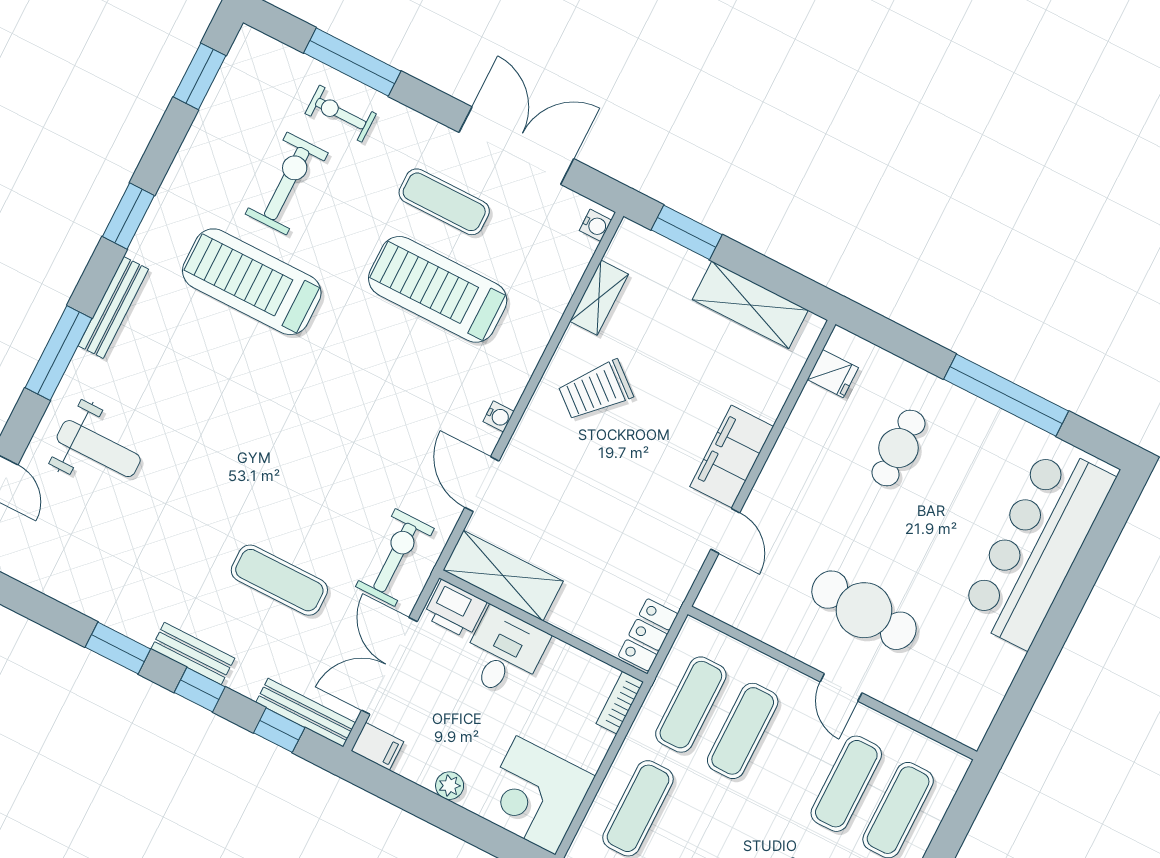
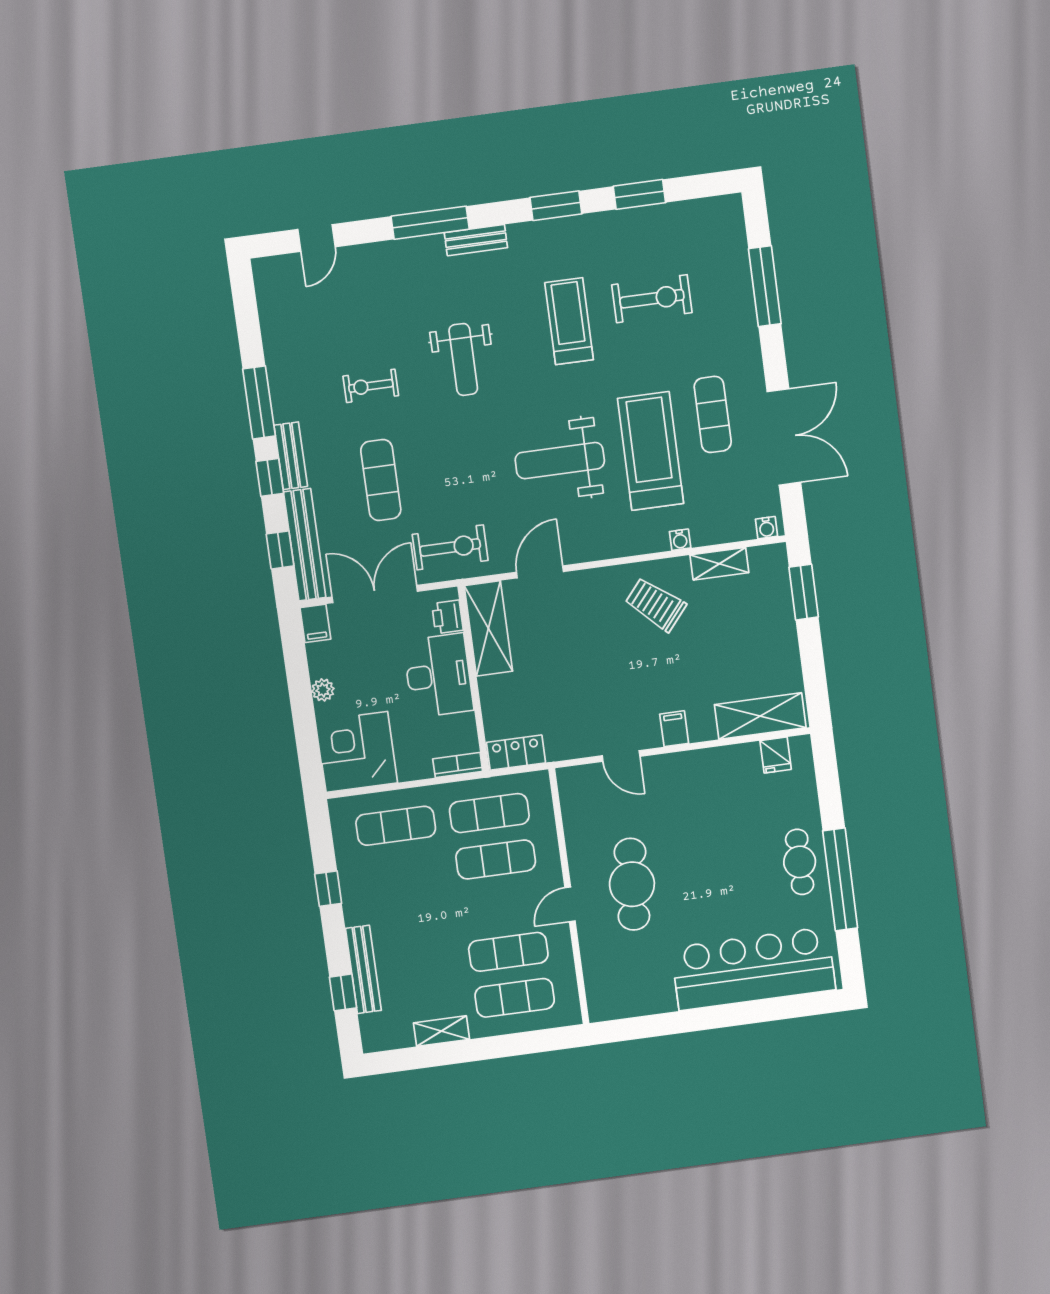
window: (200, 76) -> (639, 194), moved
exercise bike: (341, 114) -> (371, 386), moved, turned -90
treadmill: (252, 282) -> (569, 321), width x0.73, depth x0.73
shelving: (750, 305) -> (760, 716), moved, turned 90
bench: (113, 307) -> (476, 240), width x0.73
weight bench: (384, 387) -> (560, 461), added
water cooler: (499, 416) -> (680, 540), moved
cafe table: (898, 448) -> (800, 862), moved, turned 90
weight bench: (99, 449) -> (463, 359), moved
filing cabinet: (732, 457) -> (674, 729), width x0.33, depth x0.86
door: (725, 531) -> (621, 756), hinge flipped
printer: (455, 609) -> (447, 617), width x0.73, depth x0.81
window: (118, 648) -> (259, 402), width x1.44
desk: (504, 653) -> (438, 675), width x1.37
bench: (306, 713) -> (305, 545), width x1.37, depth x1.21

